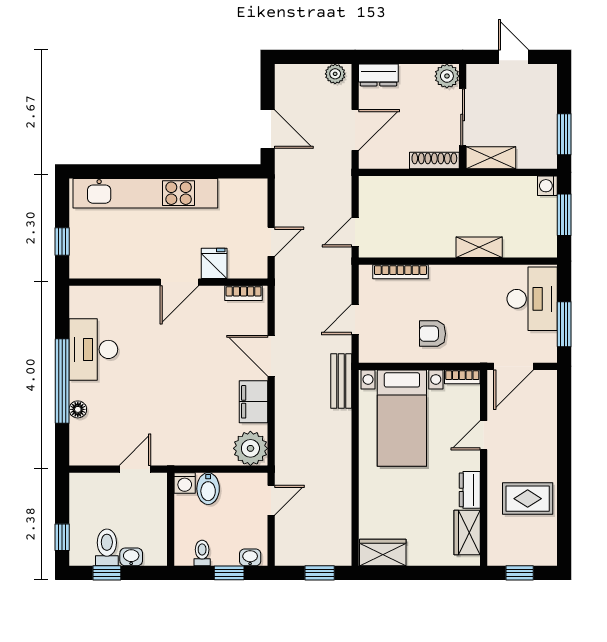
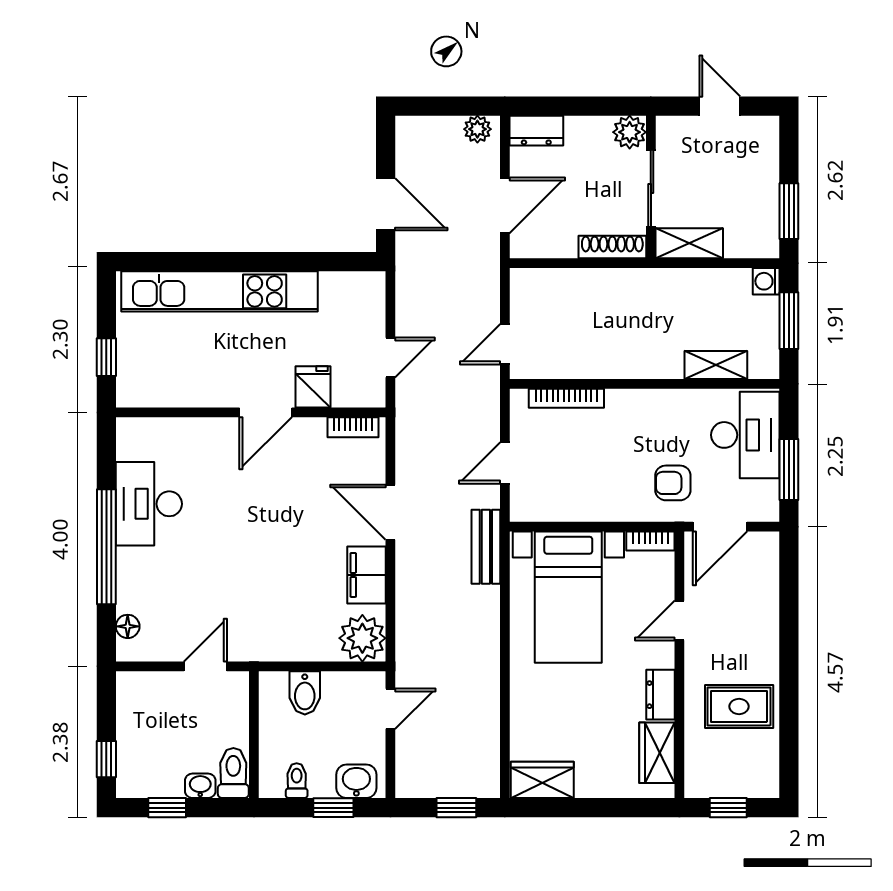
shelving: (479, 247) -> (716, 365), moved
armchair: (433, 334) -> (673, 483), moved
floor lamp: (78, 409) -> (128, 626), moved
washing machine: (185, 483) -> (273, 685), removed
toilet: (107, 547) -> (233, 773), moved
washbasin: (250, 557) -> (356, 781), width x1.38, depth x1.45

